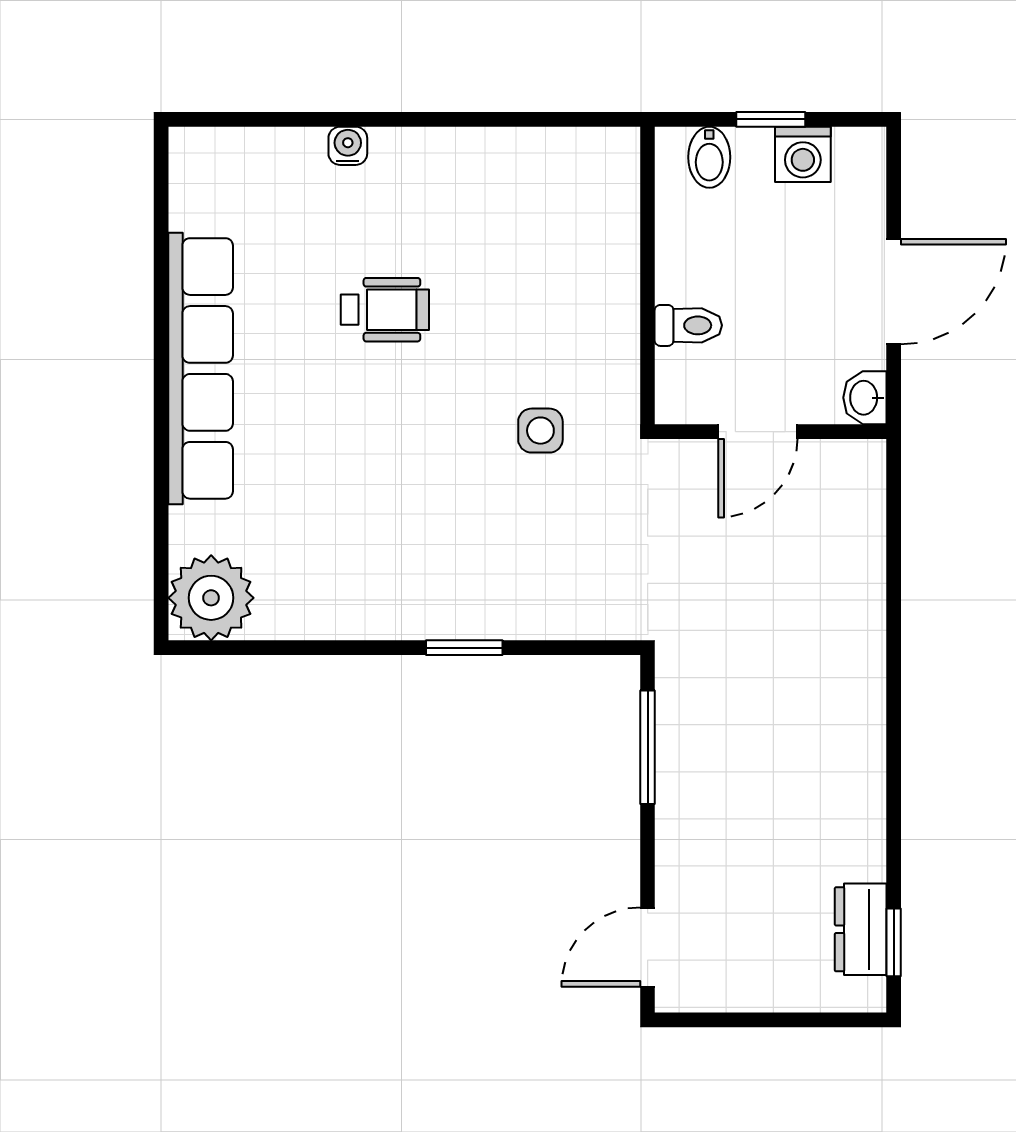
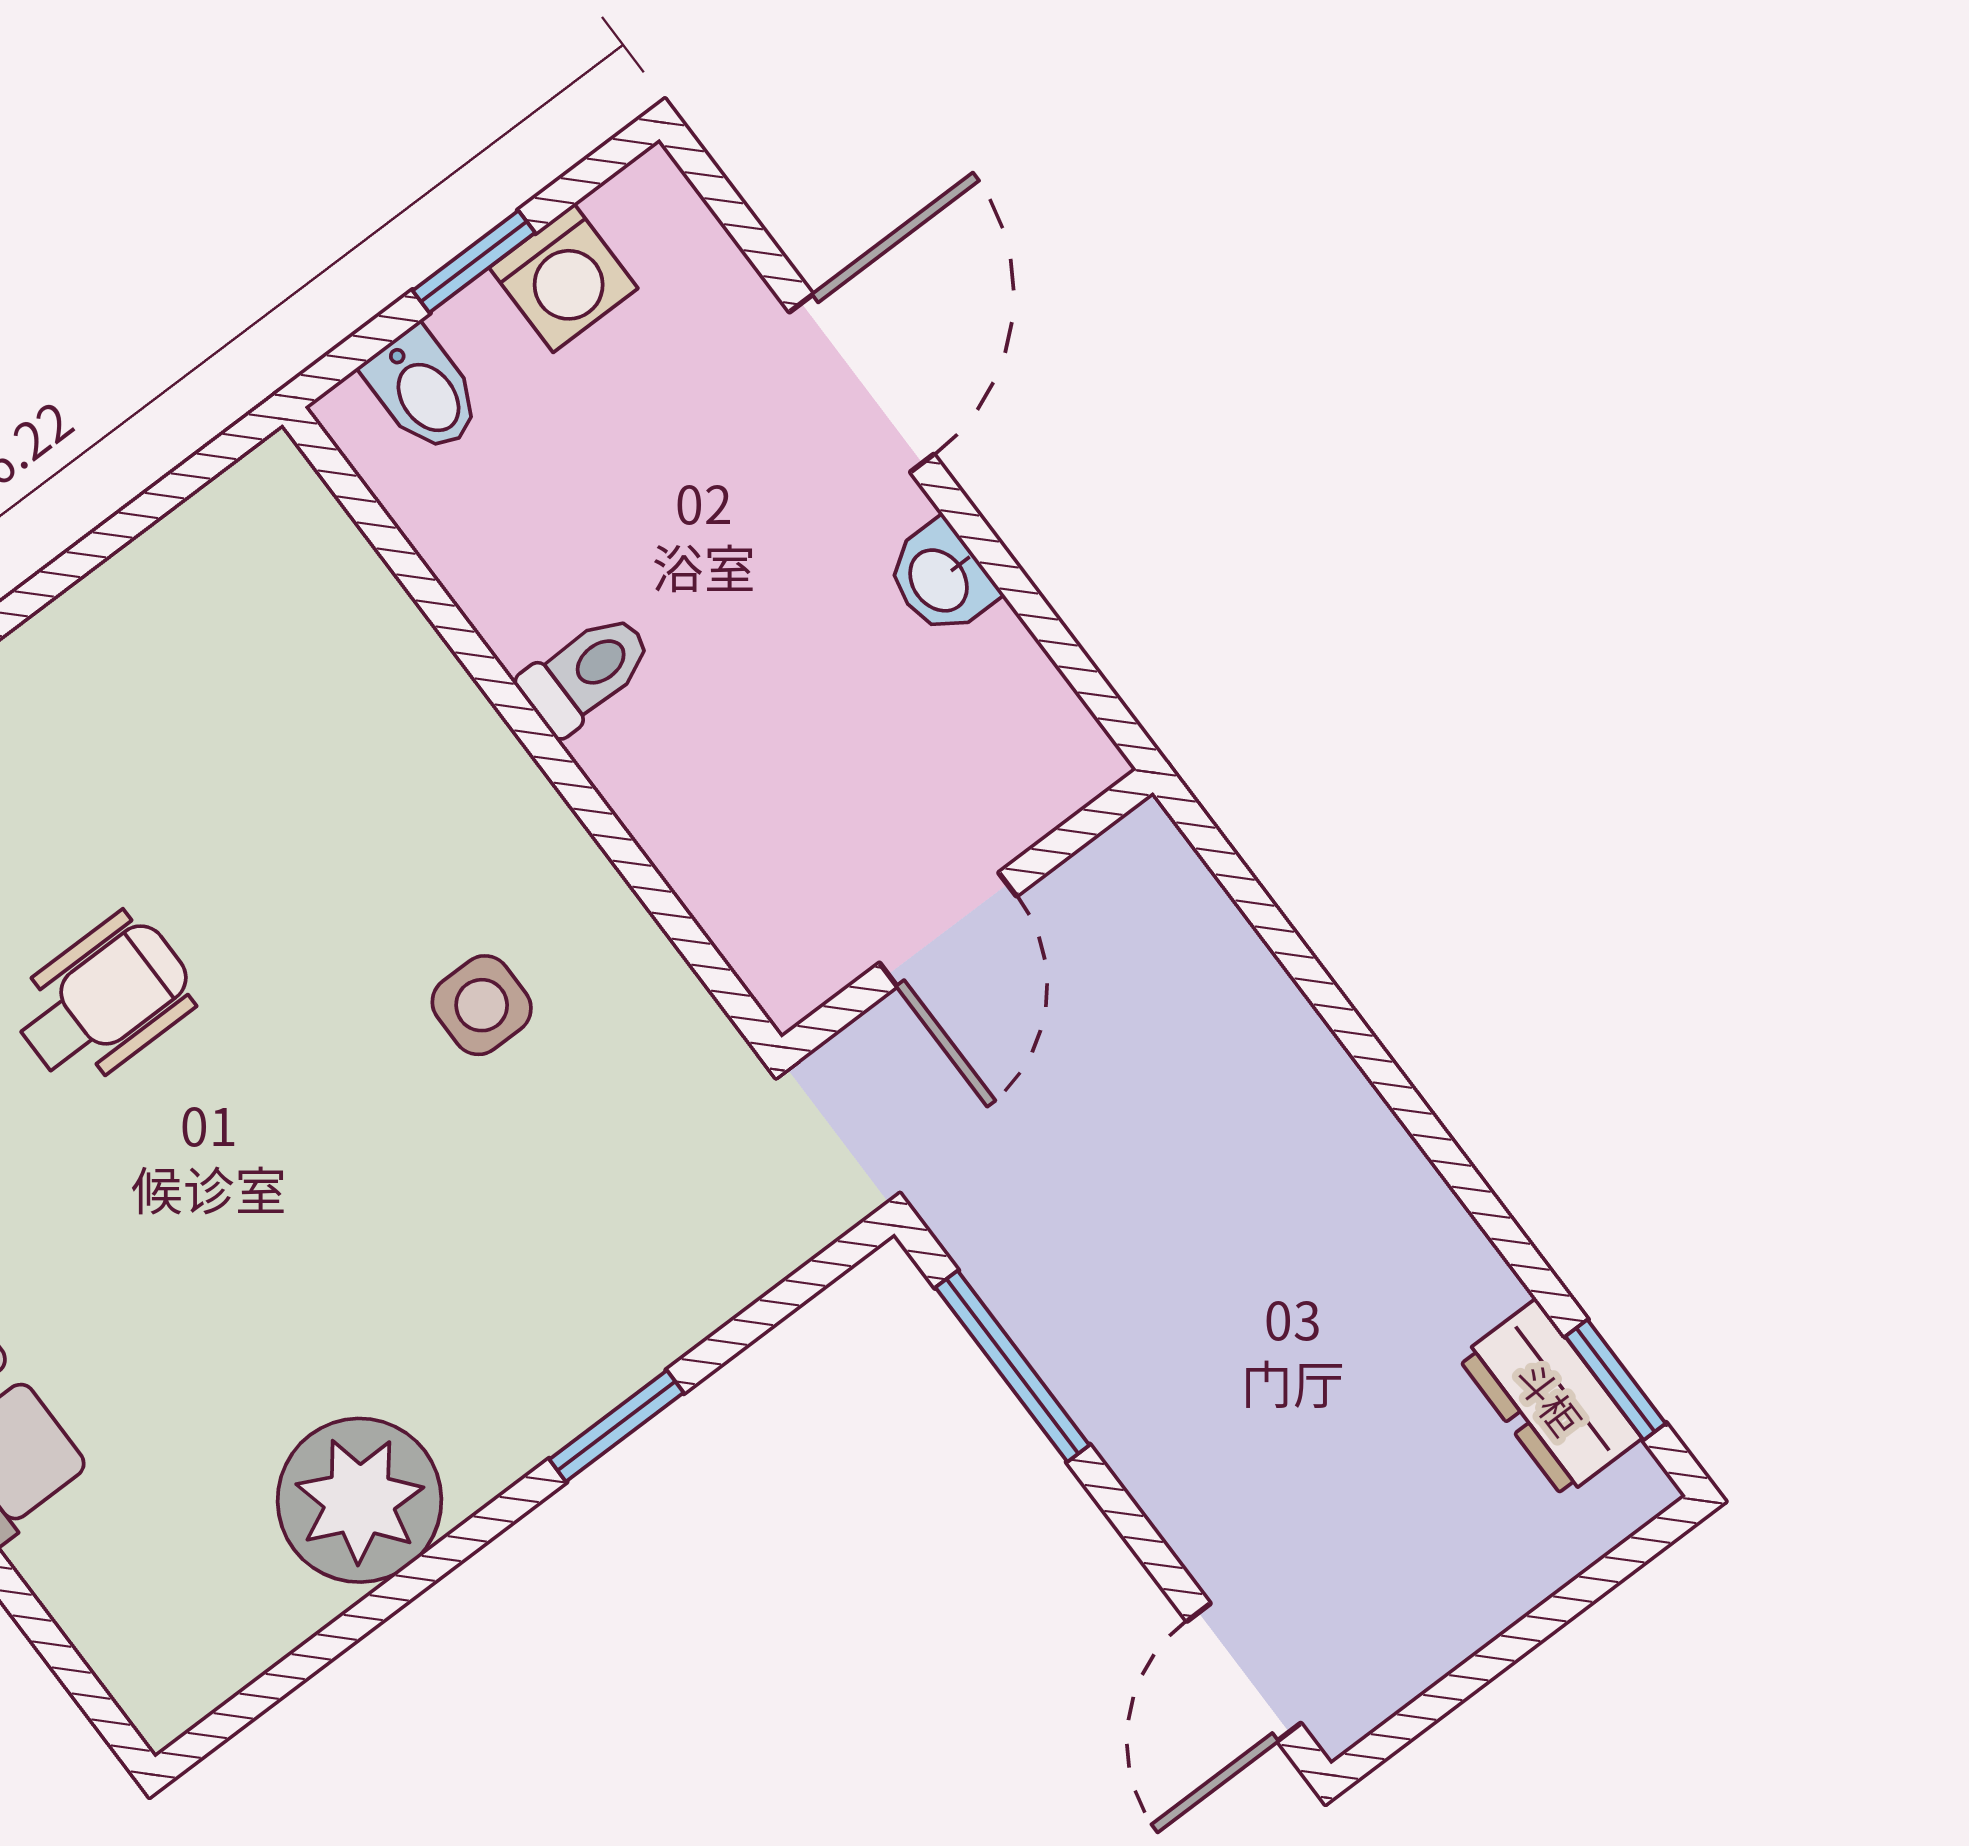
door: (758, 432) -> (948, 930), moved
wall: (771, 432) -> (967, 915), moved
plant: (211, 598) -> (359, 1500), moved

